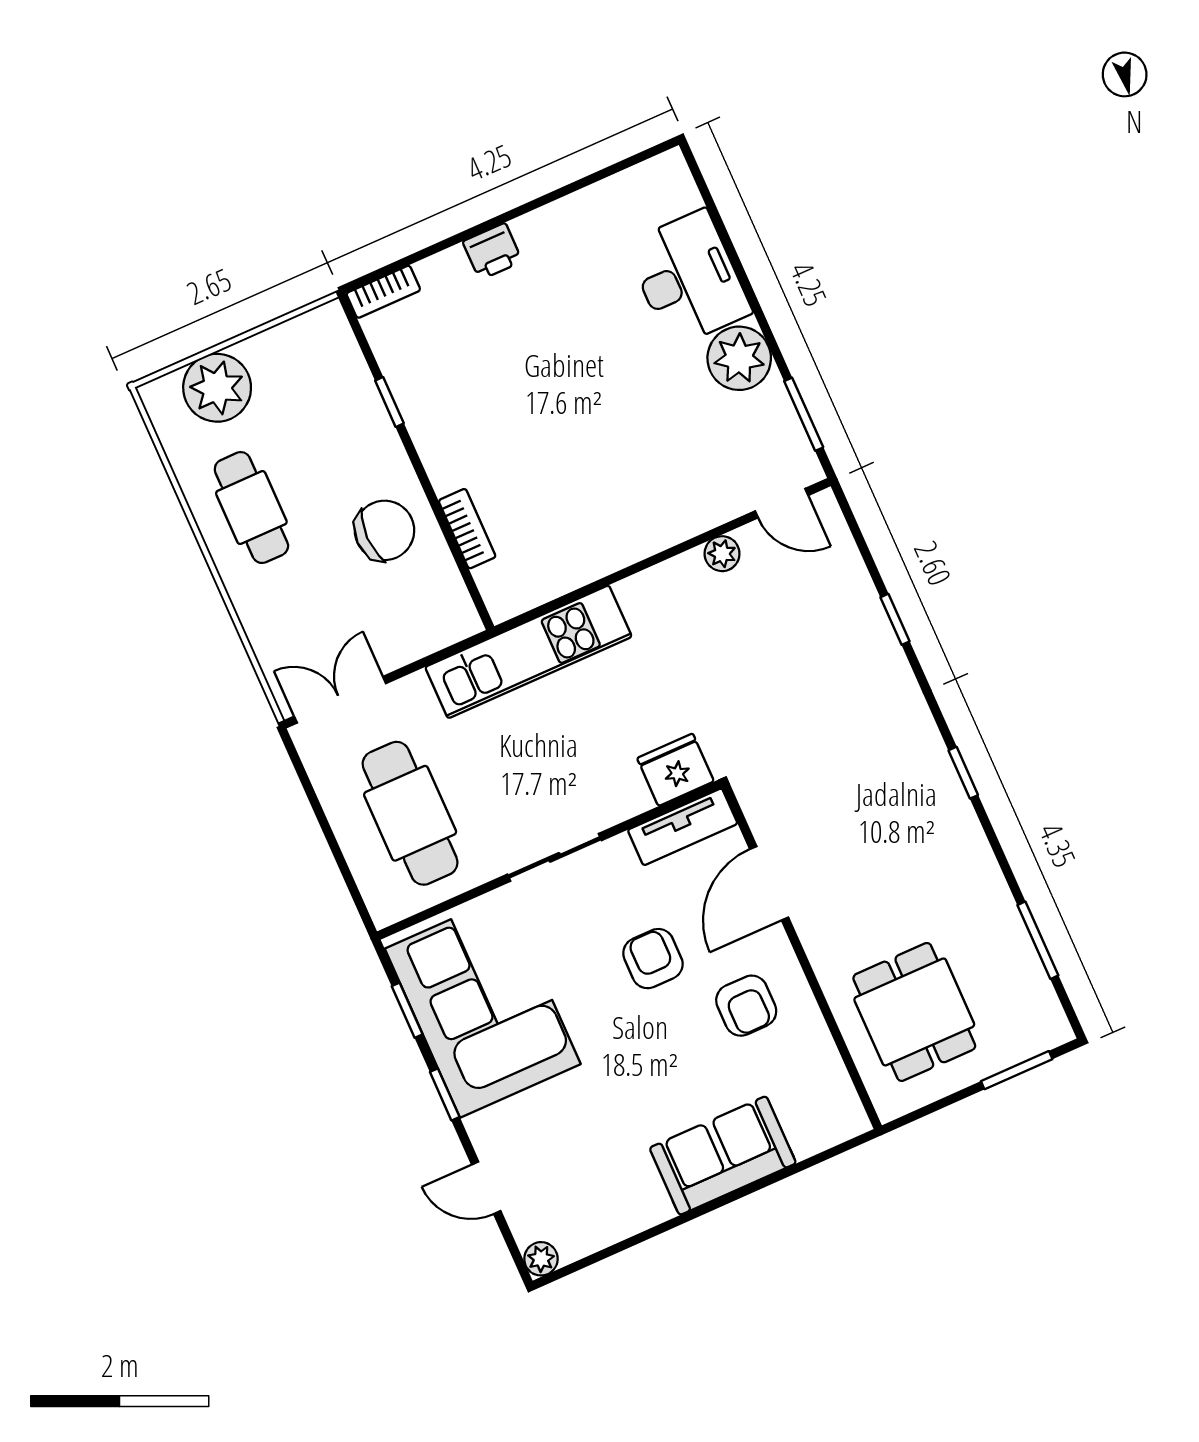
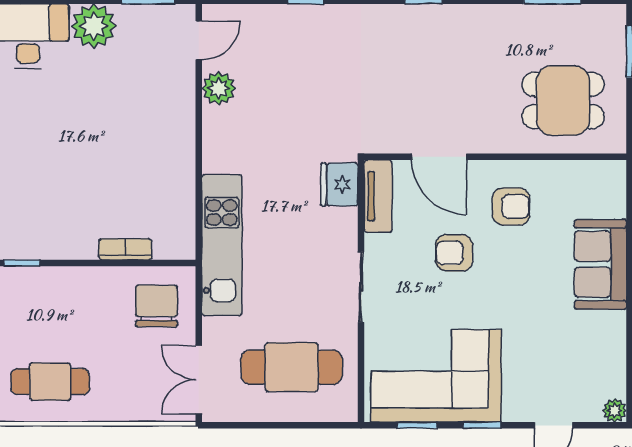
chair: (384, 530) -> (157, 306), moved
plant: (722, 554) -> (219, 88), width x1.38, depth x1.38

